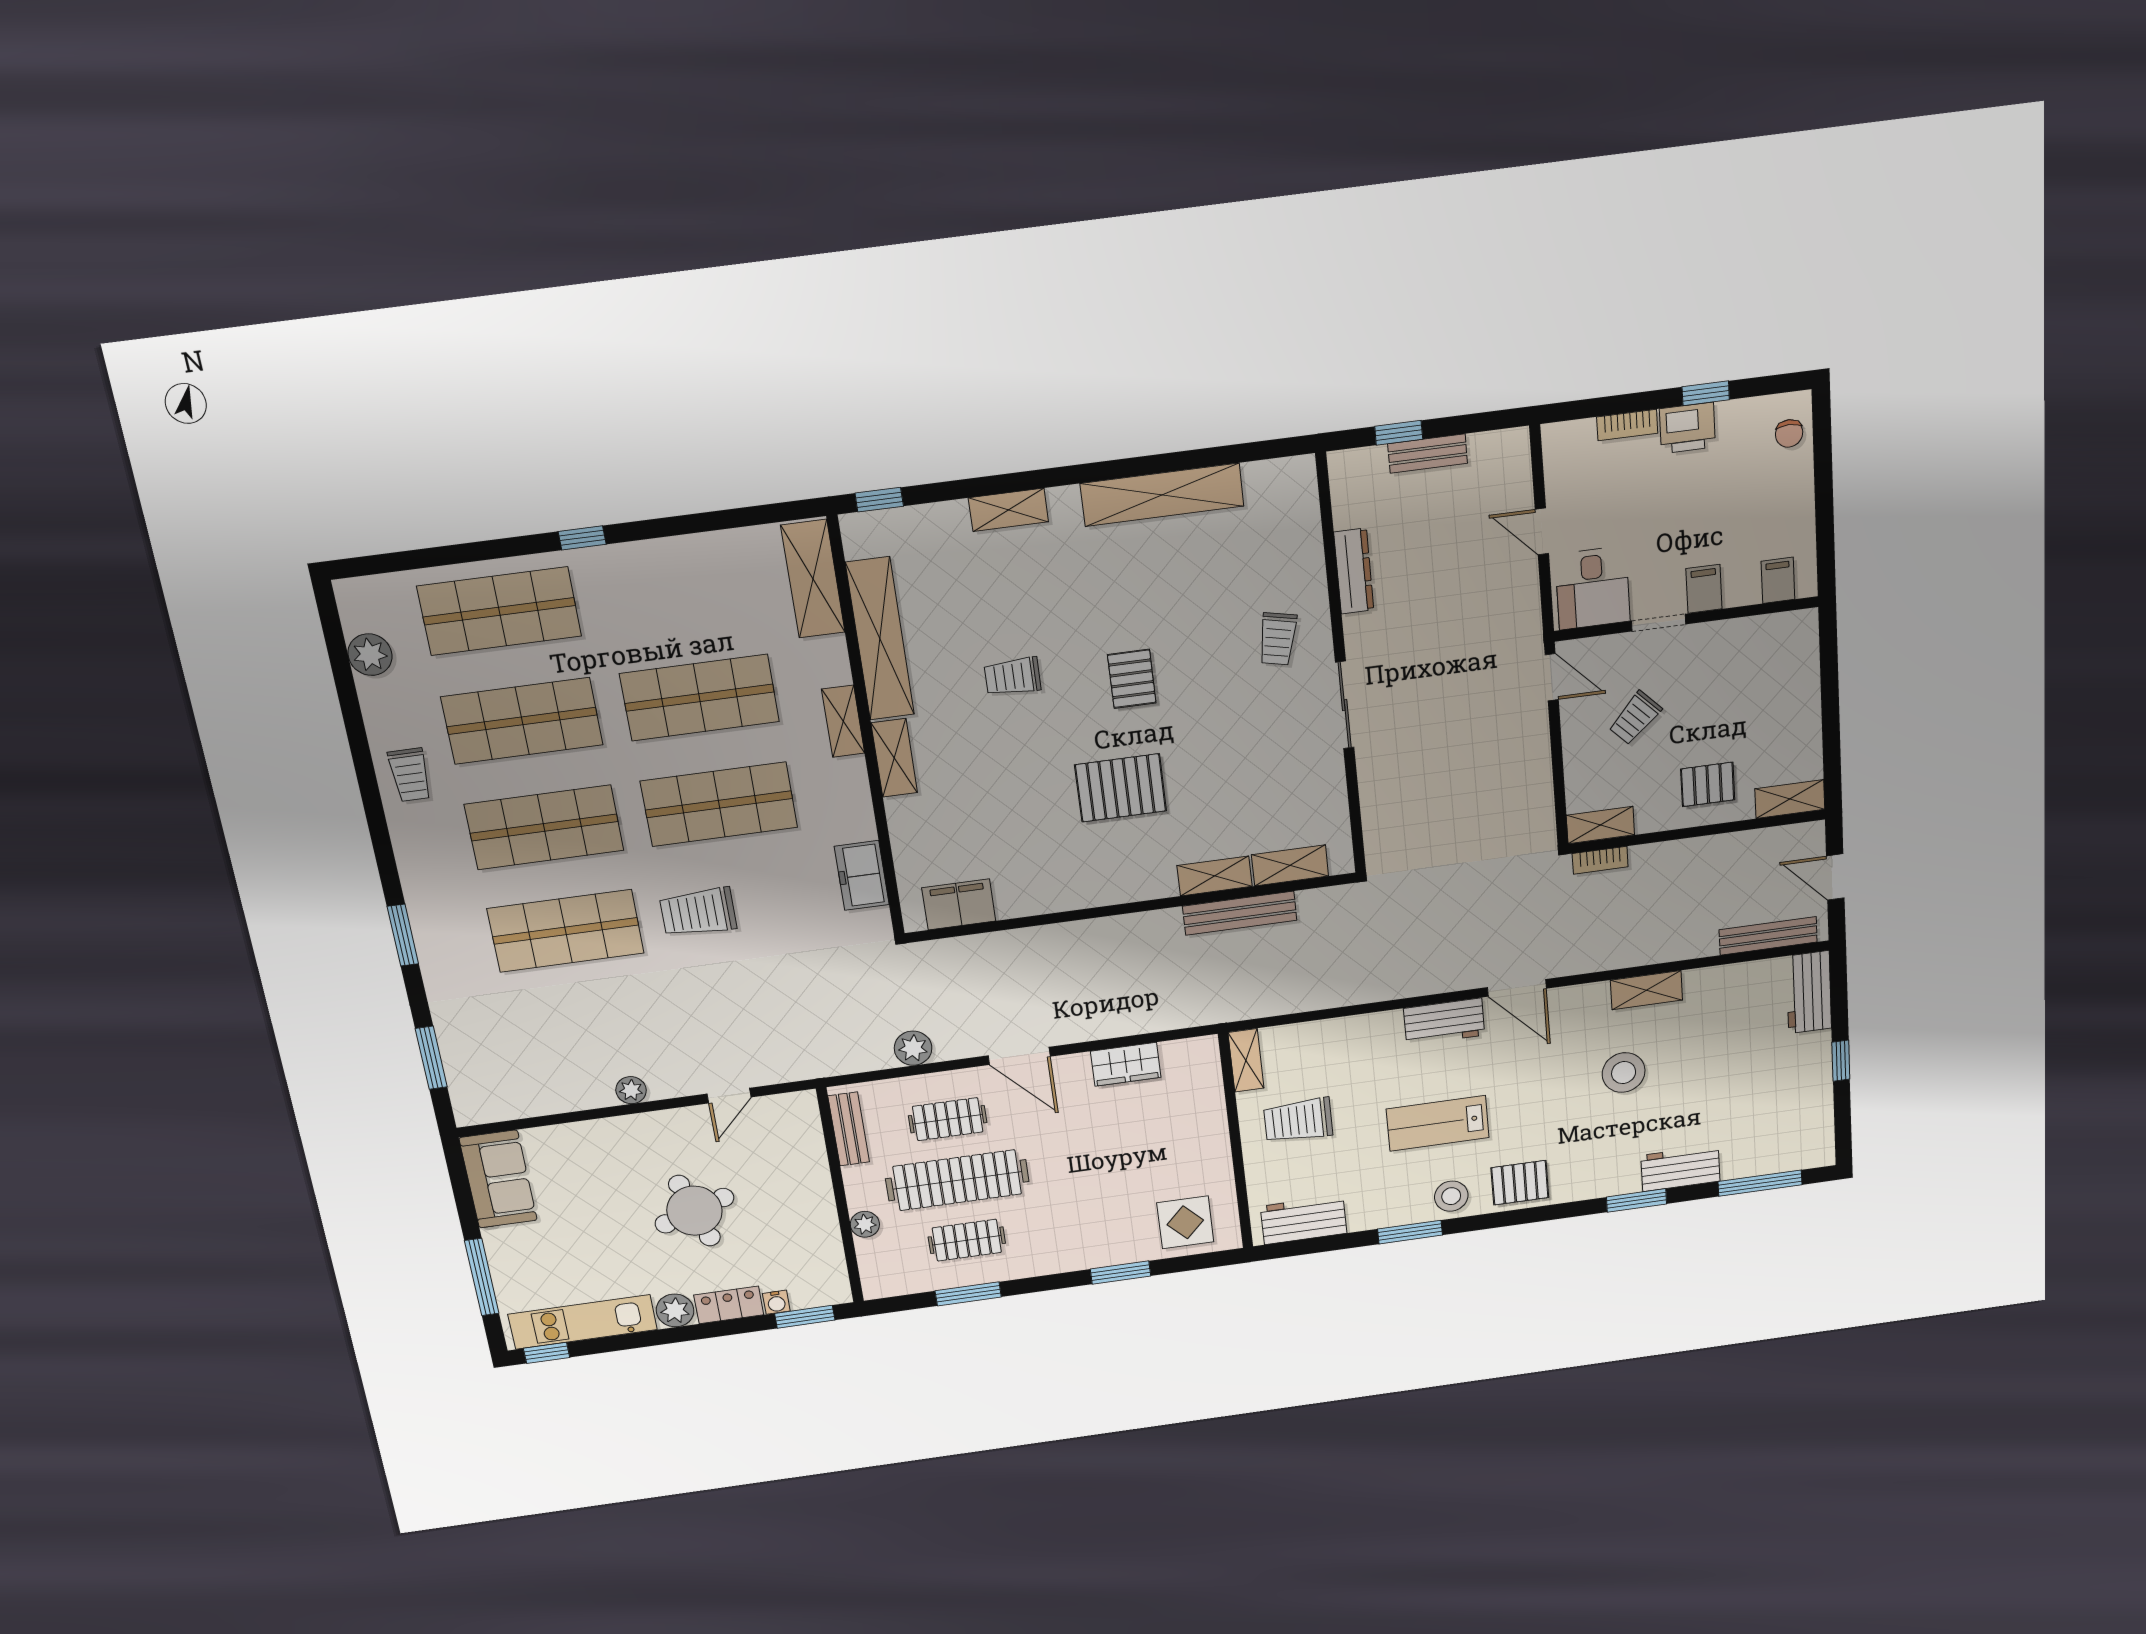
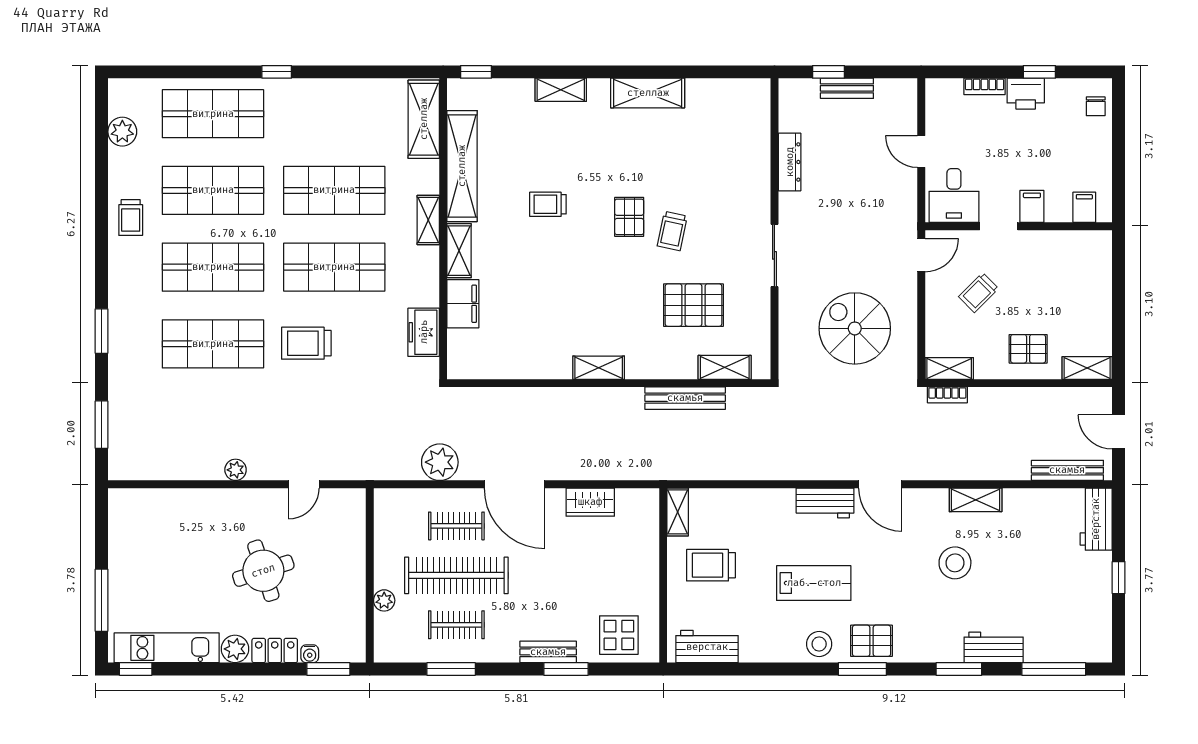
shelving: (1162, 495) -> (648, 93), width x0.68
trolley: (1278, 639) -> (672, 231), moved
door: (1552, 677) -> (921, 255), hinge flipped
pallet: (1121, 788) -> (693, 305), moved
spiral stairs: (1466, 789) -> (855, 328), added
shelving: (1215, 876) -> (599, 368), moved
filing cabinet: (959, 904) -> (463, 304), moved, turned 90
plant: (913, 1048) -> (440, 462), width x1.36, depth x1.36
door: (1019, 1056) -> (515, 484), width x1.36
lab bench: (1438, 1123) -> (814, 583), turned 180
bench: (849, 1129) -> (548, 652), moved, turned 90
sofa: (498, 1179) -> (129, 525), removed
window: (1410, 1232) -> (862, 669), moved

